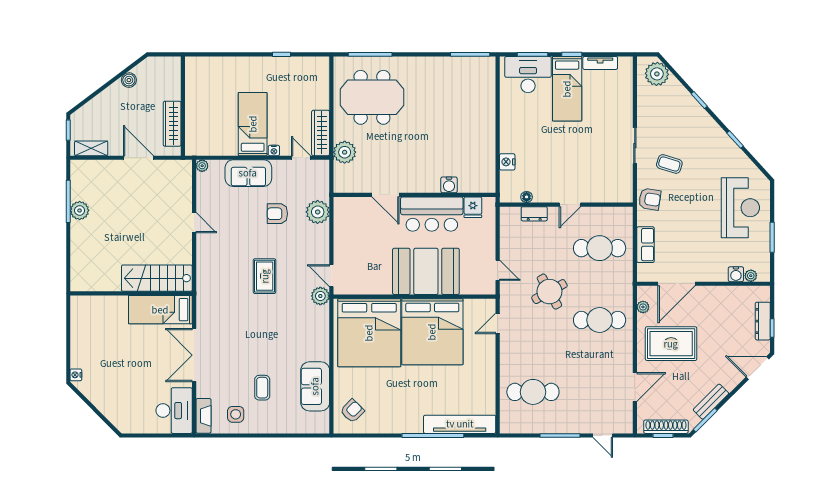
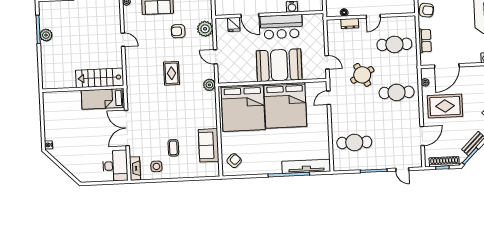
fridge: (473, 207) -> (234, 24), moved
door: (331, 276) -> (215, 57), moved

